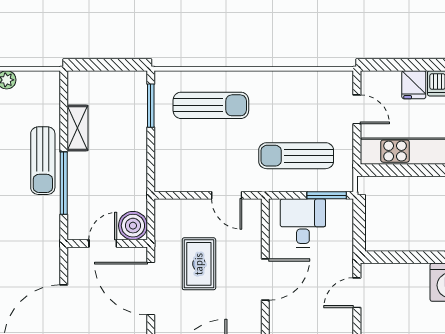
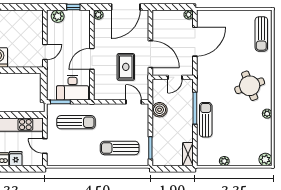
shelving: (77, 128) -> (188, 154), moved
door: (227, 195) -> (134, 102), moved
desk: (303, 223) -> (73, 88), width x1.37
boiler: (133, 226) -> (160, 110), moved

